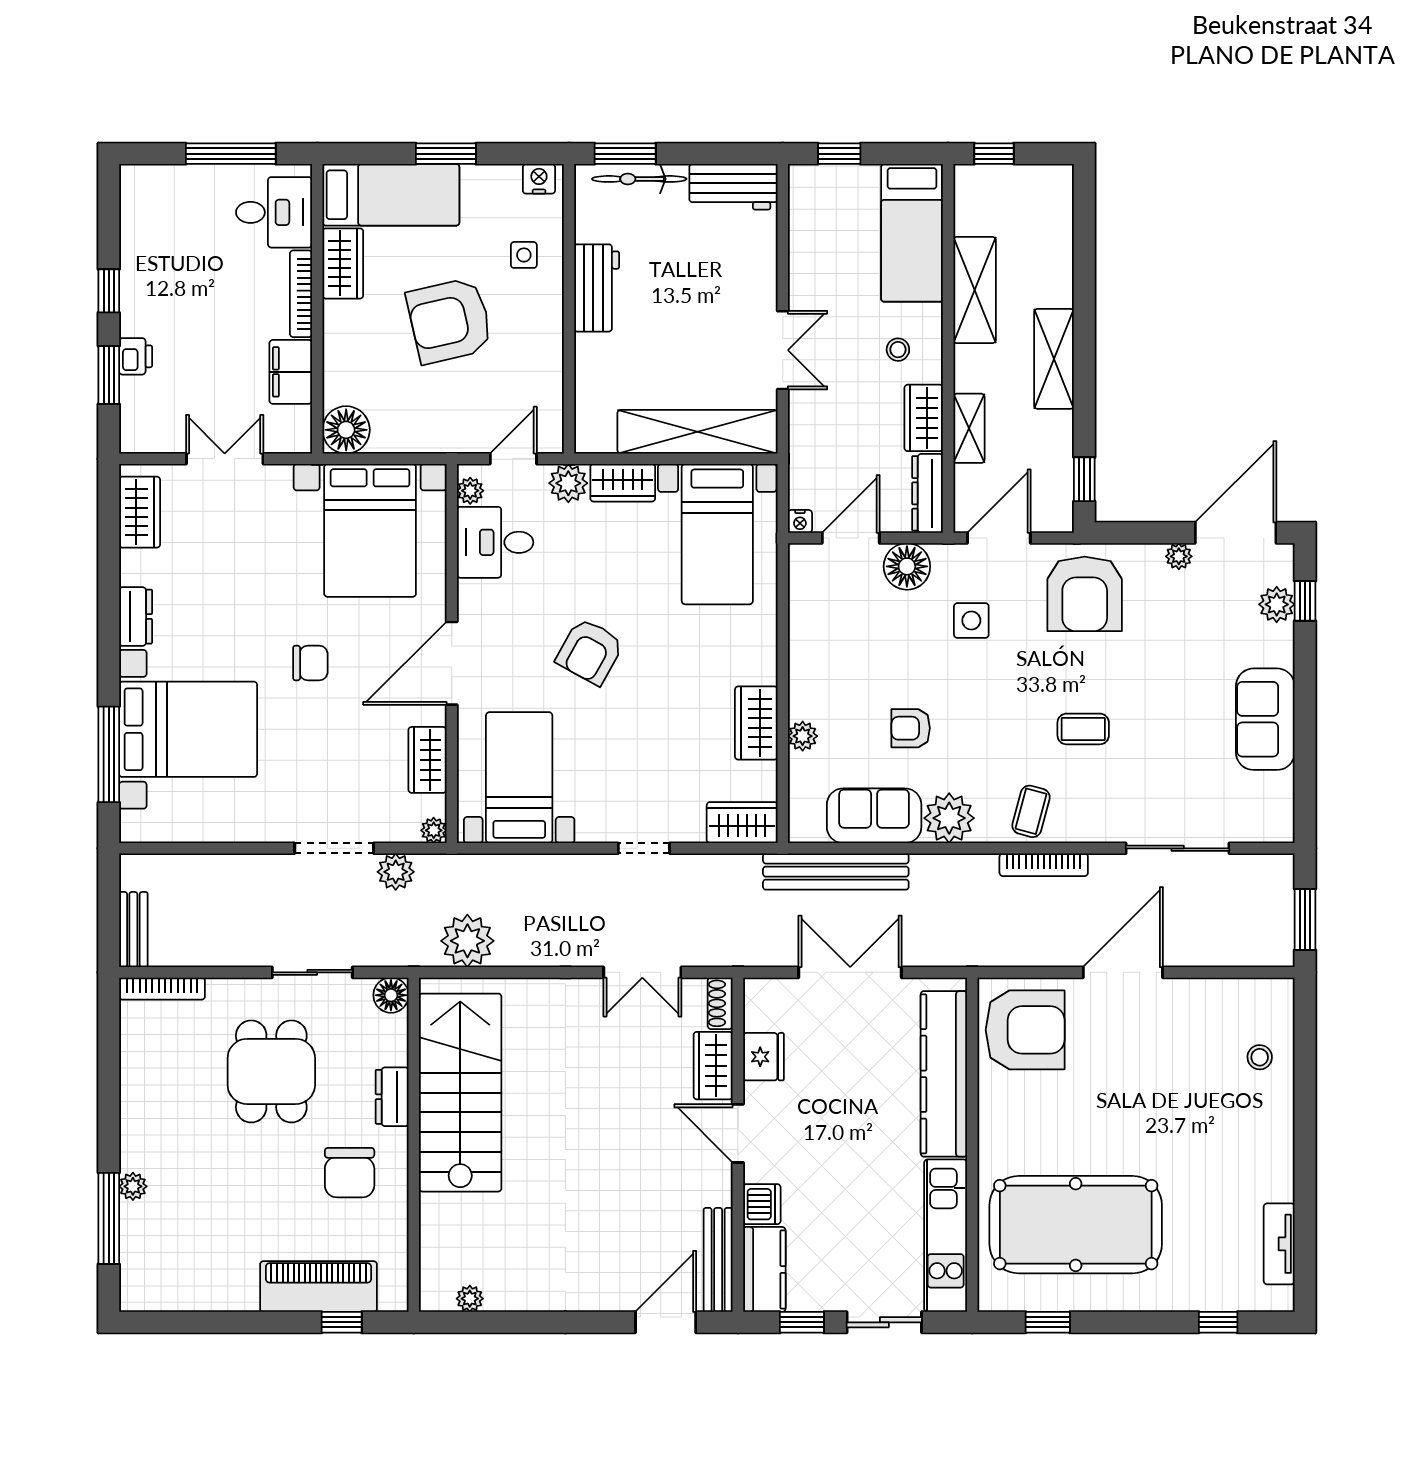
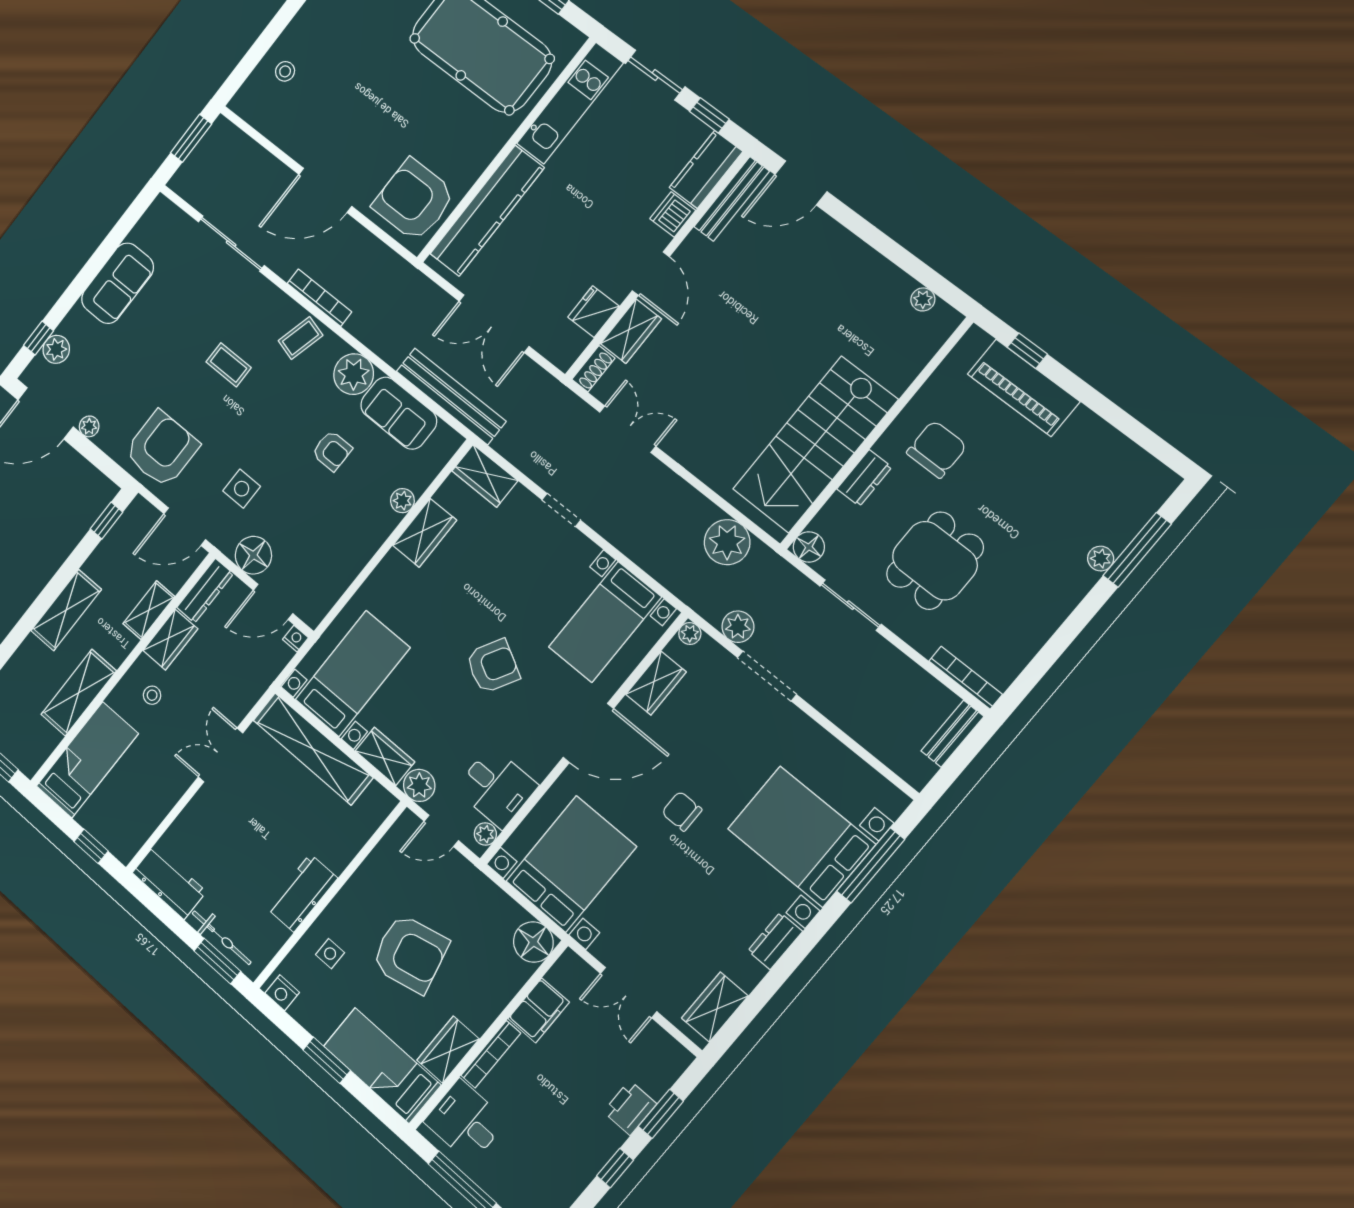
printer: (136, 356) -> (630, 1108), width x1.36, depth x1.24

